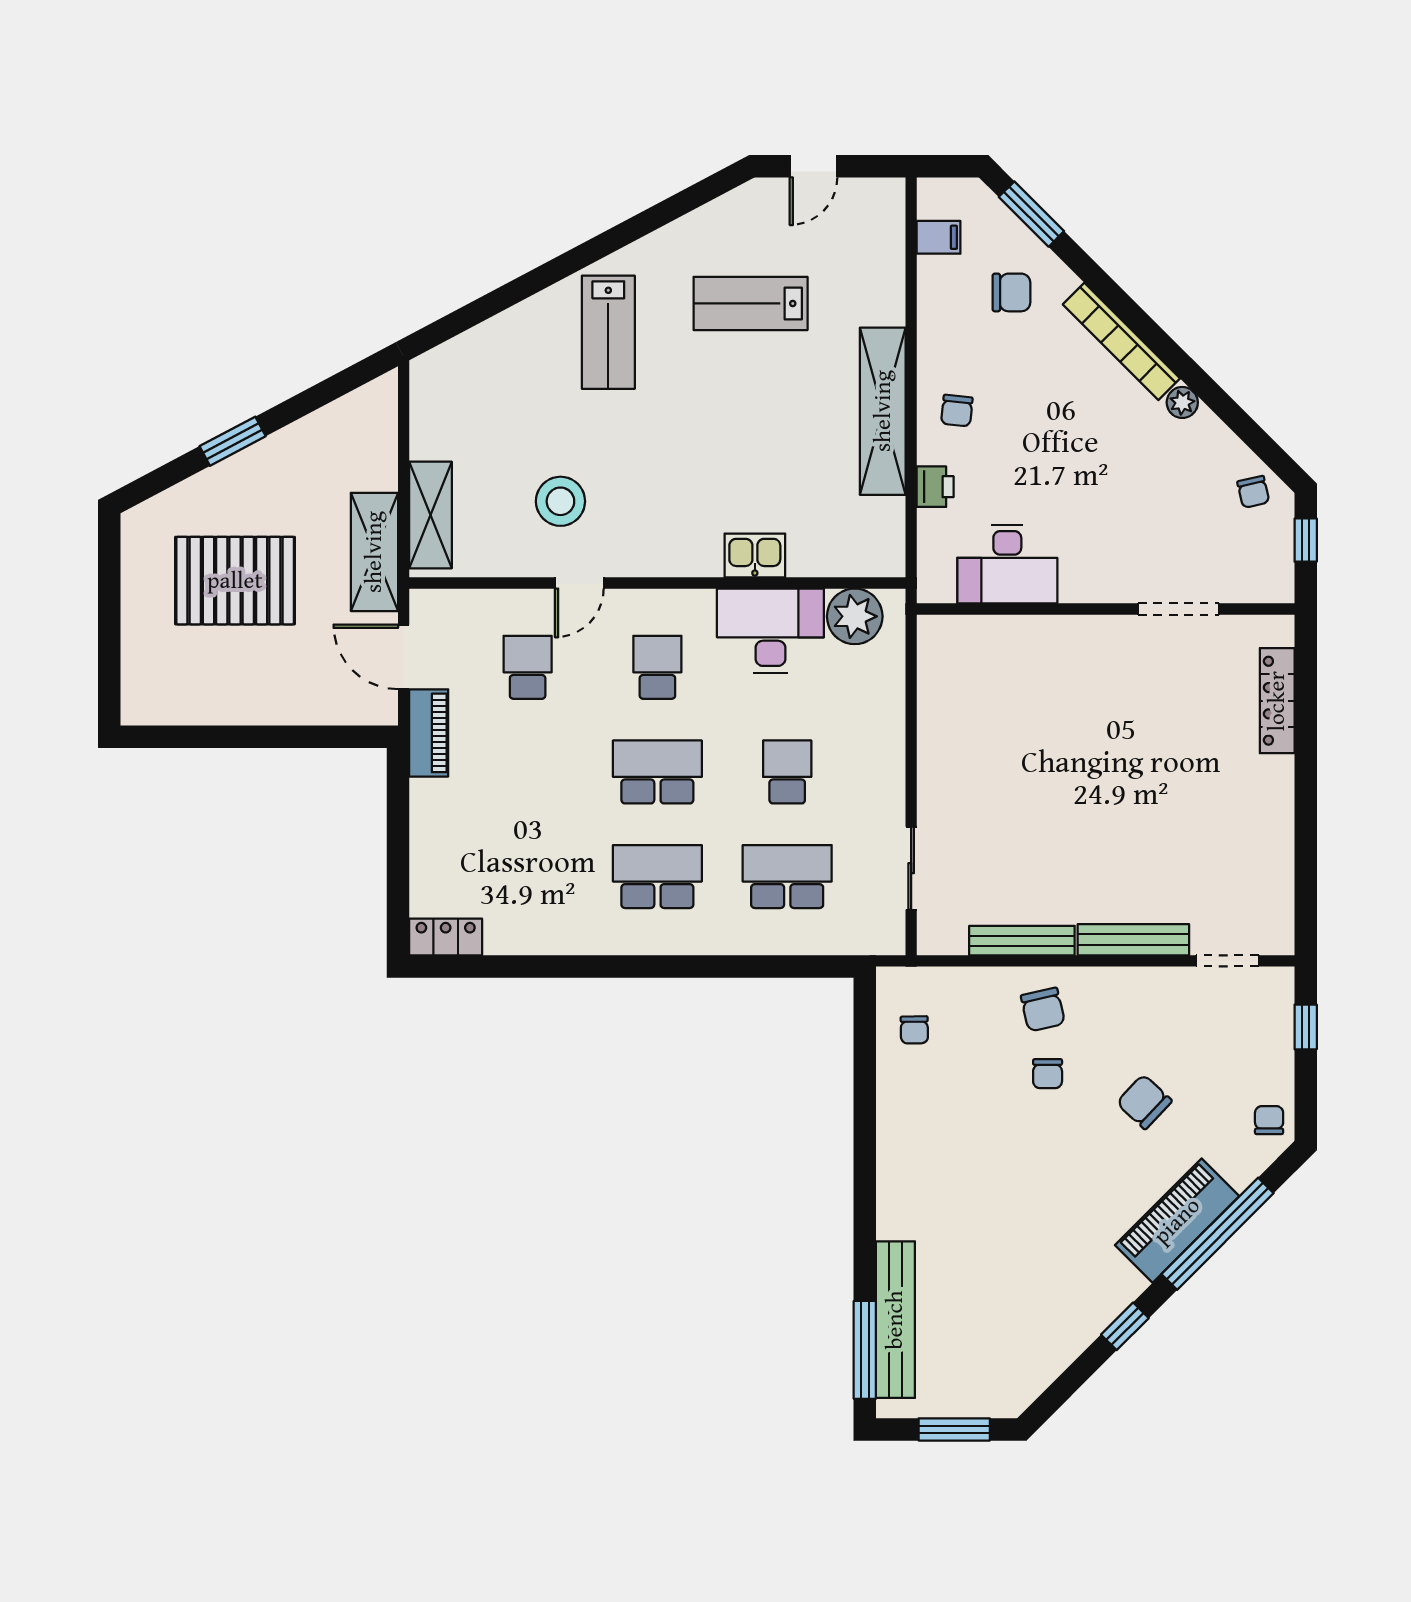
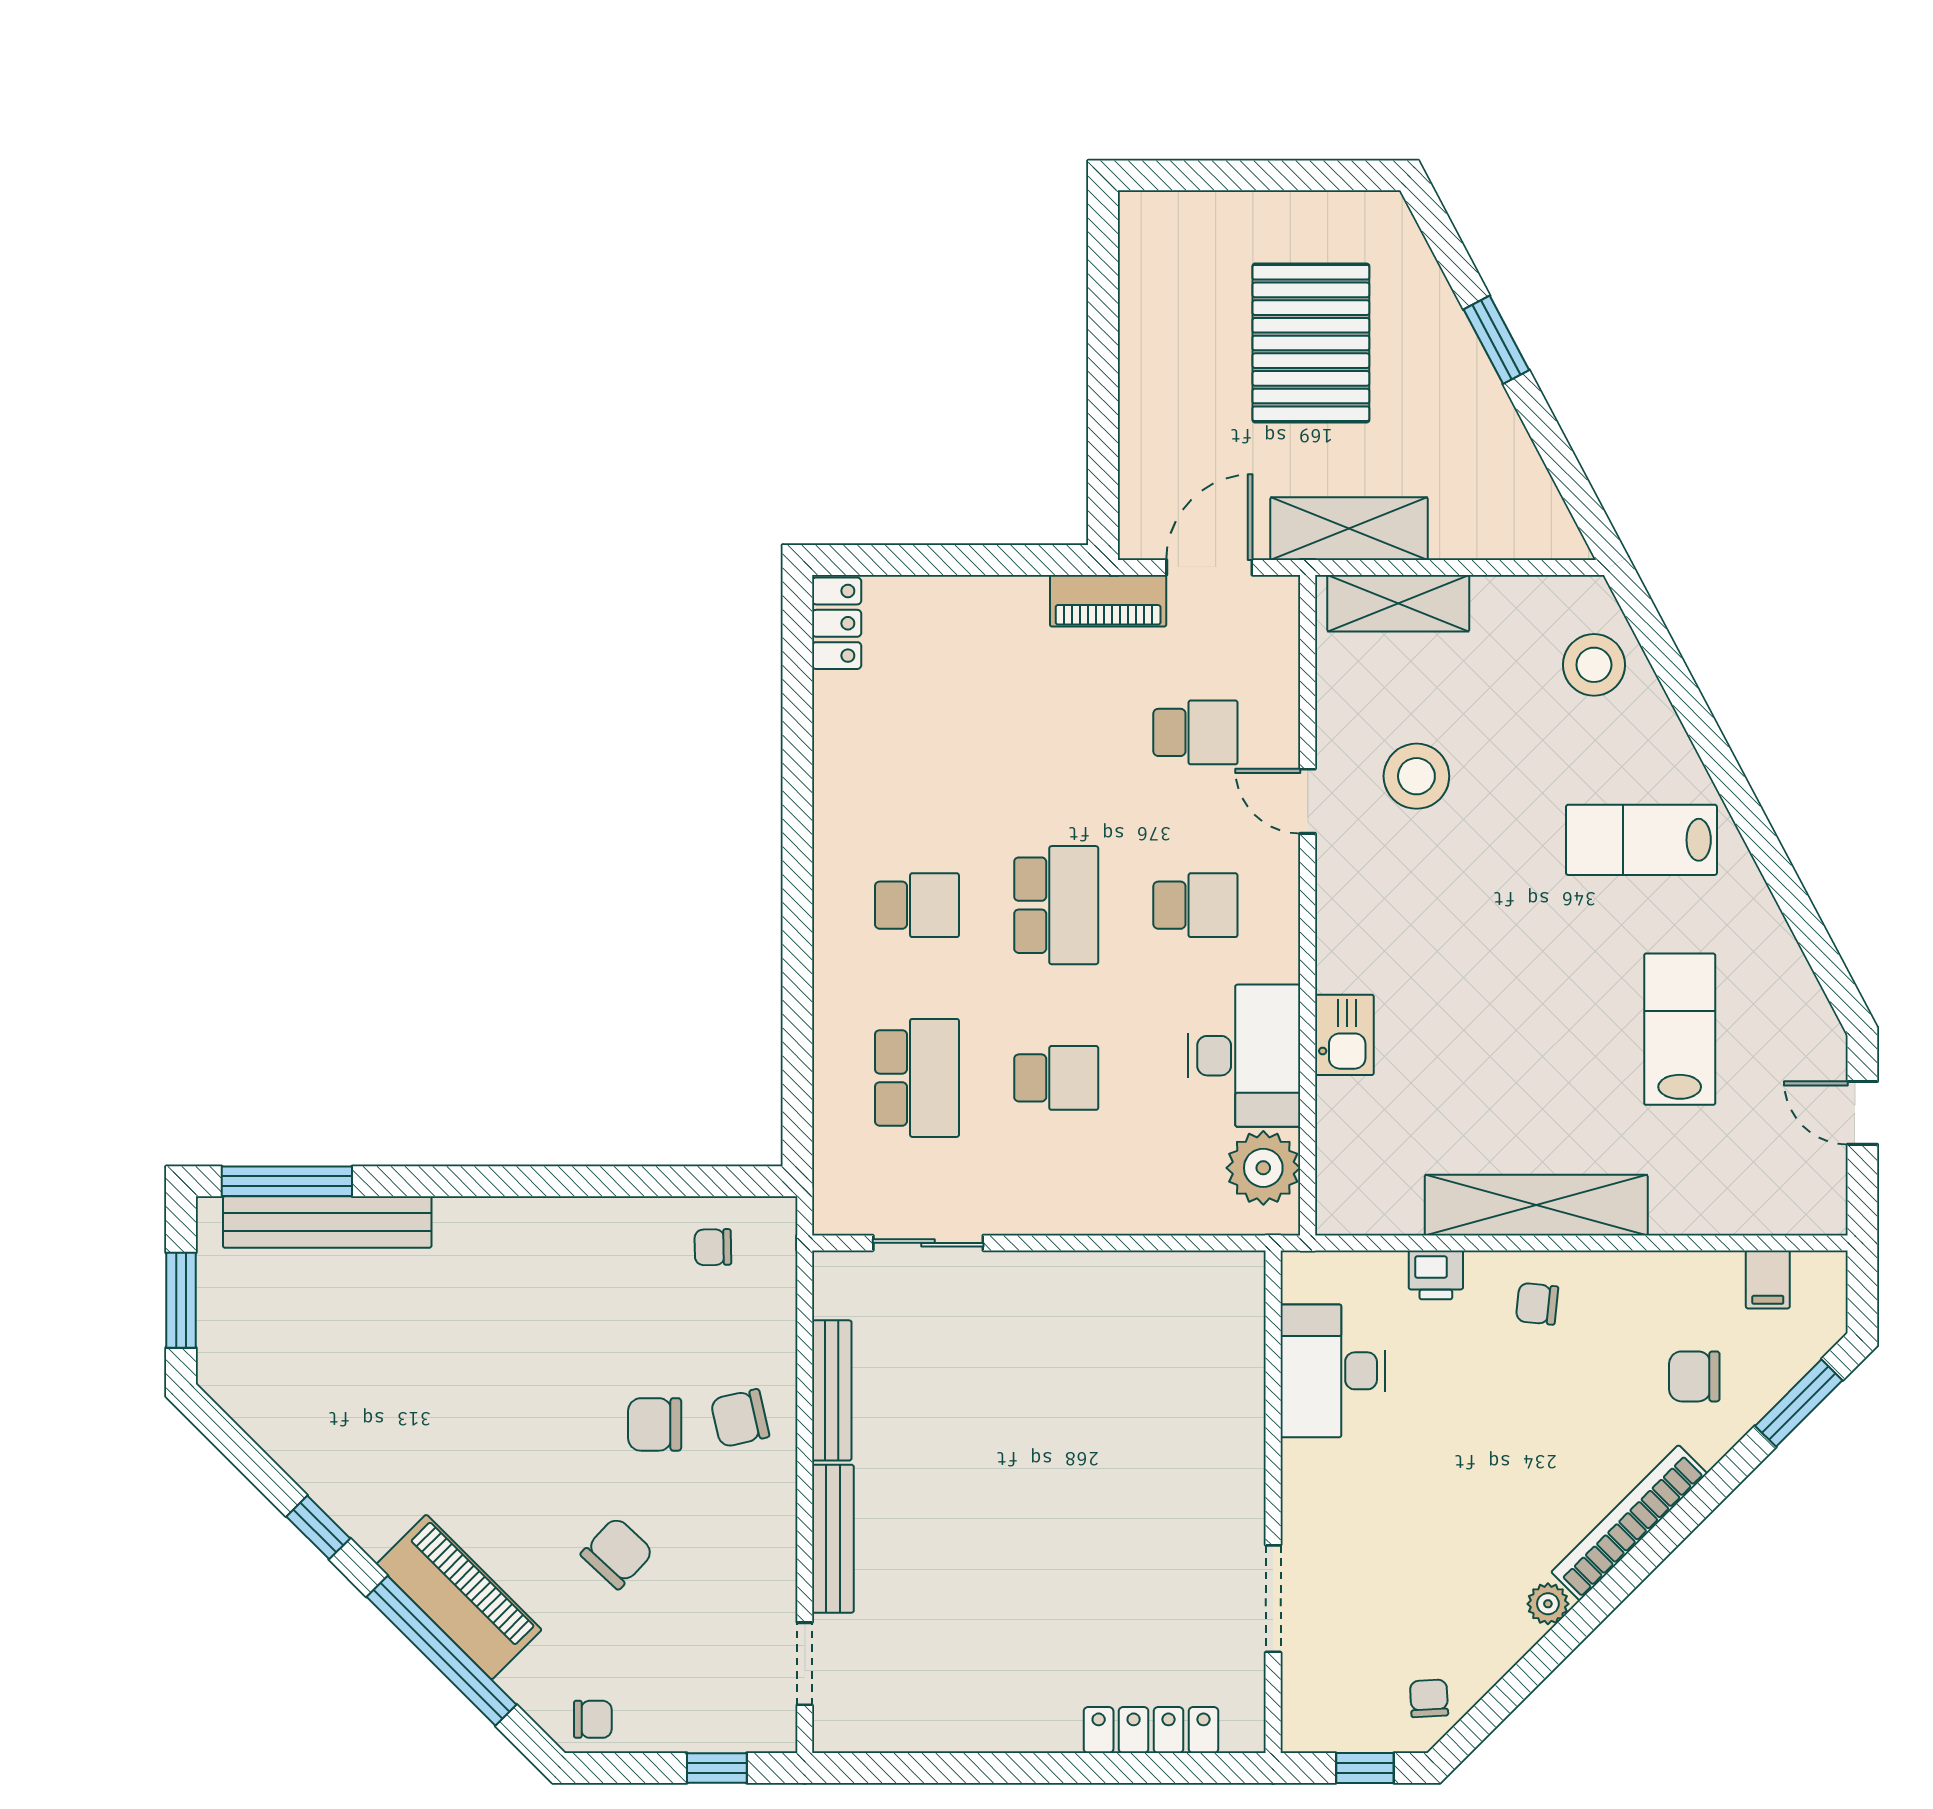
chair: (1011, 292) -> (1694, 1376), turned 90
stool: (477, 368) -> (1594, 665), added
chair: (1253, 492) -> (1429, 1698), turned 100
school desk: (657, 877) -> (917, 905), width x0.54
chair: (1048, 1074) -> (655, 1424), width x1.37, depth x1.37

